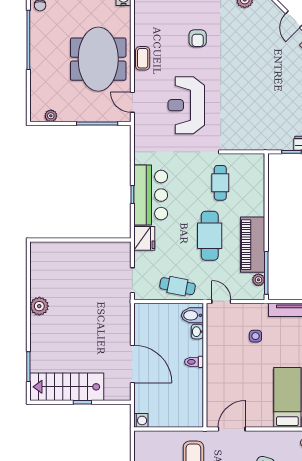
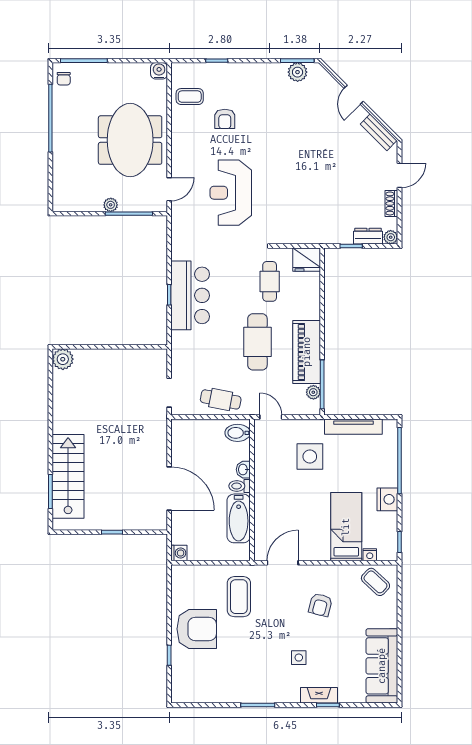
armchair: (198, 38) -> (225, 119), moved
coffee table: (143, 58) -> (190, 97), moved, turned 90
door: (132, 102) -> (169, 189), swing flipped
plant: (51, 116) -> (111, 205), moved
fridge: (144, 238) -> (307, 260), moved, turned 90
plant: (39, 306) -> (63, 359), moved
washbasin: (197, 332) -> (243, 470), moved
side table: (255, 336) -> (310, 457), width x1.87, depth x1.87
stairs: (67, 387) -> (68, 476), moved, turned 90
bathtub: (193, 390) -> (239, 518), added

